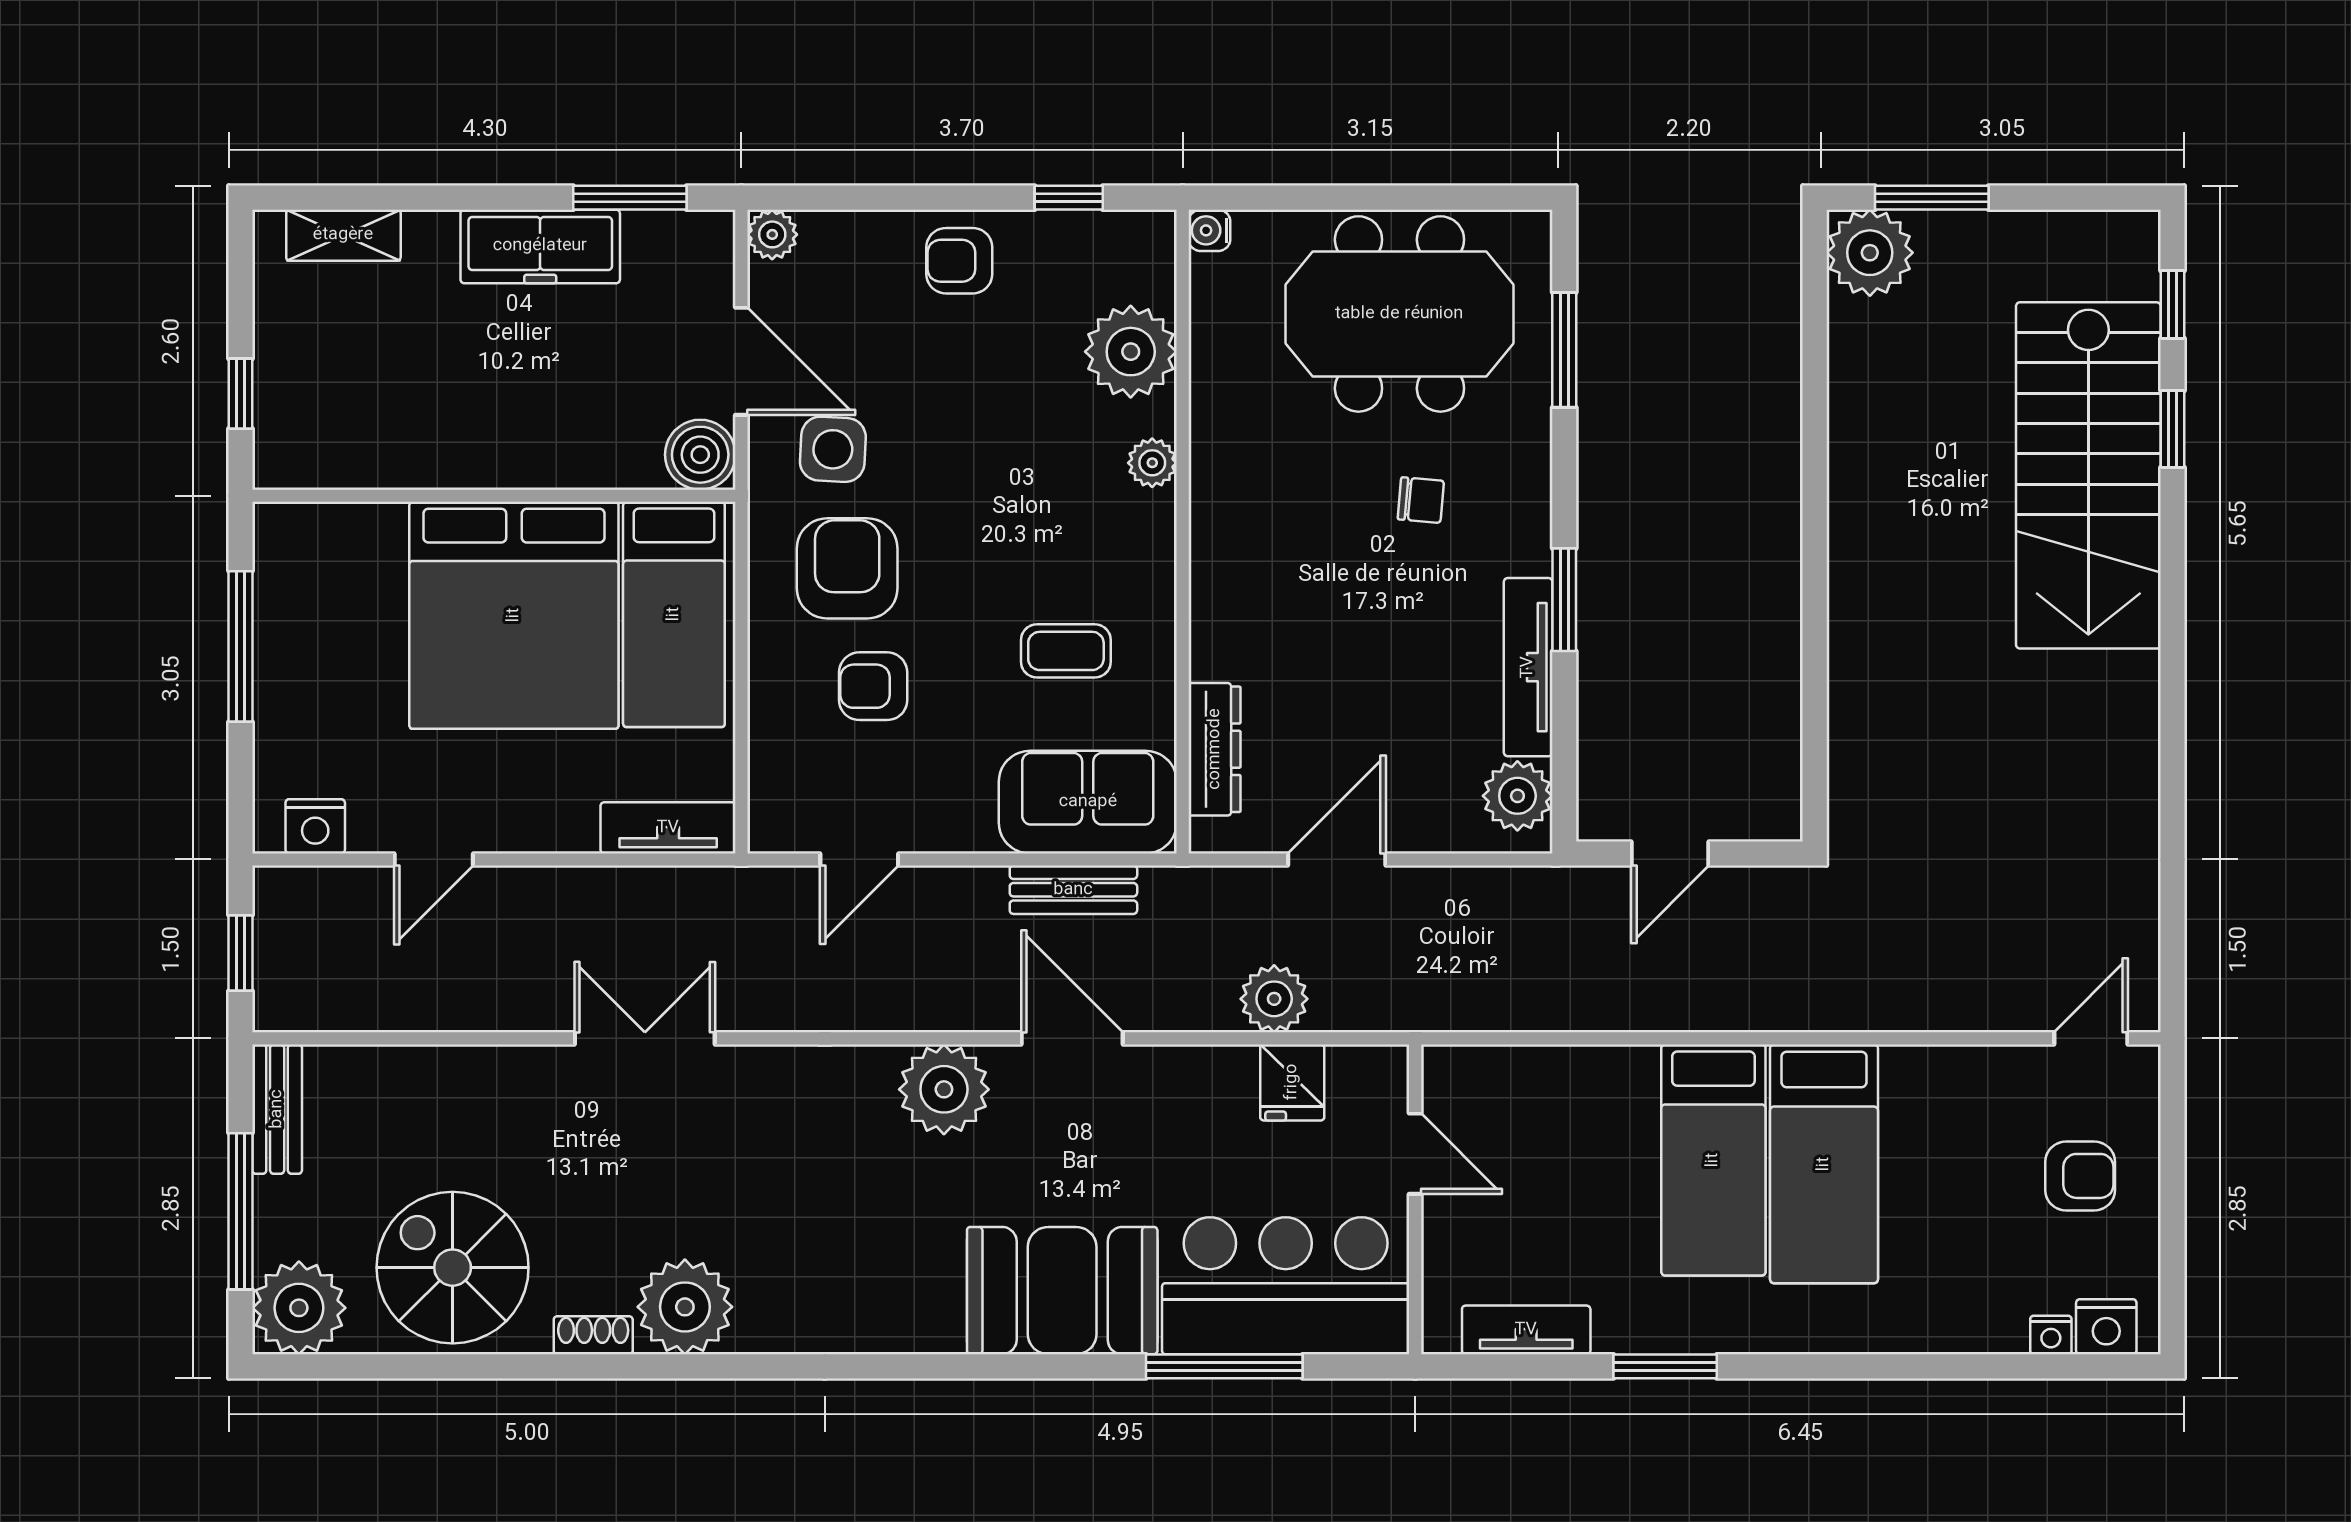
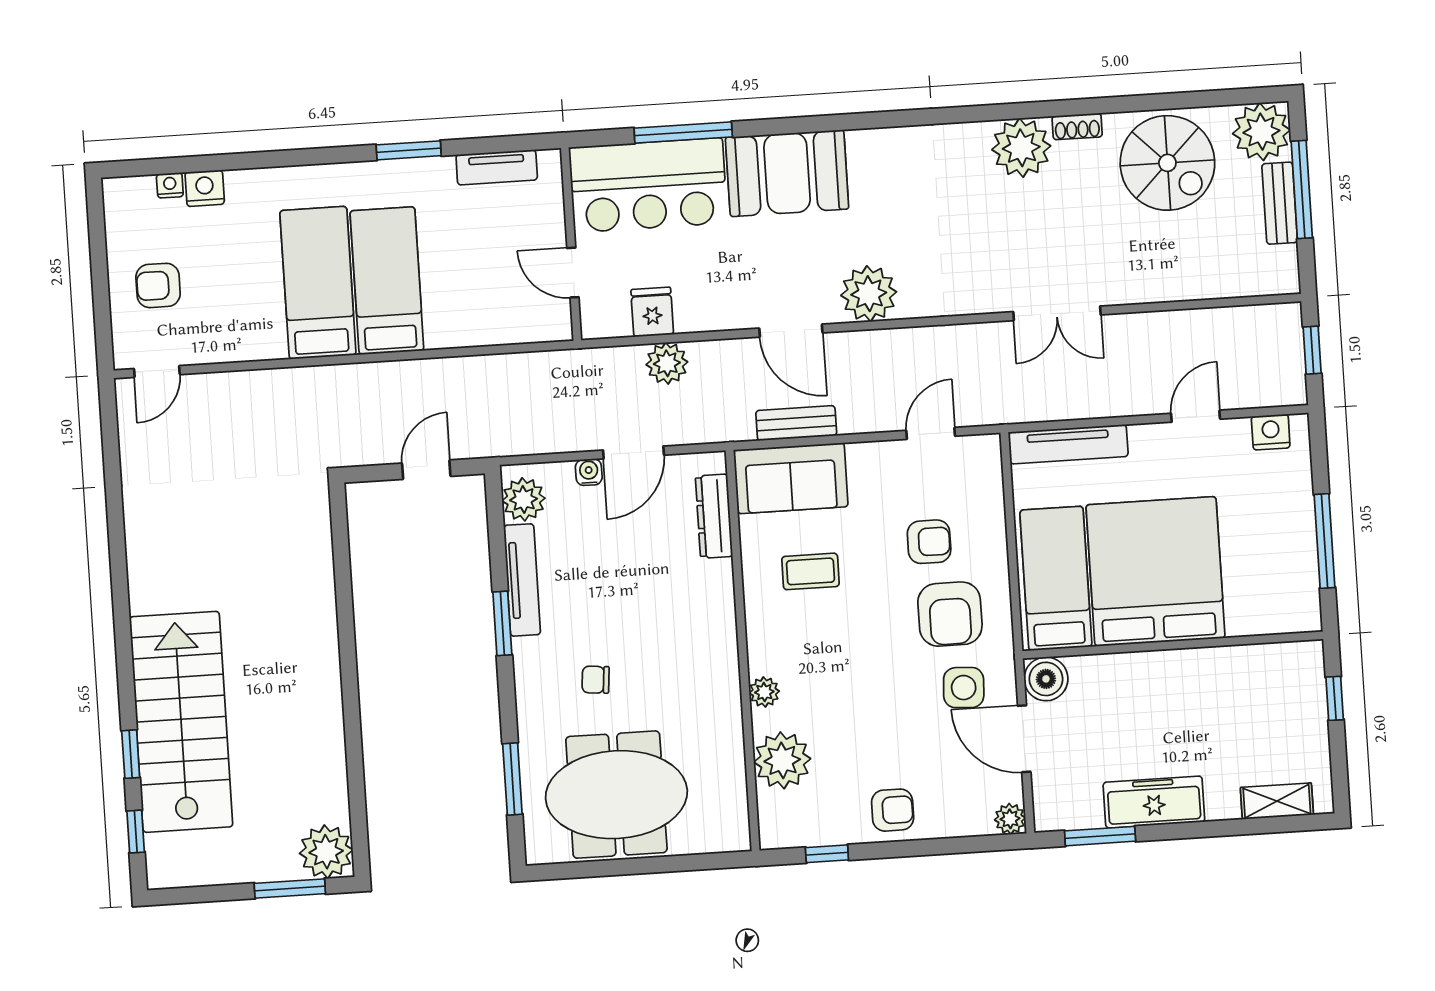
water cooler: (1209, 230) -> (589, 472), moved, turned -90
tv unit: (668, 828) -> (1068, 444), width x1.41
bench: (277, 1109) -> (1280, 203), moved
nightstand: (2106, 1327) -> (205, 188), moved

